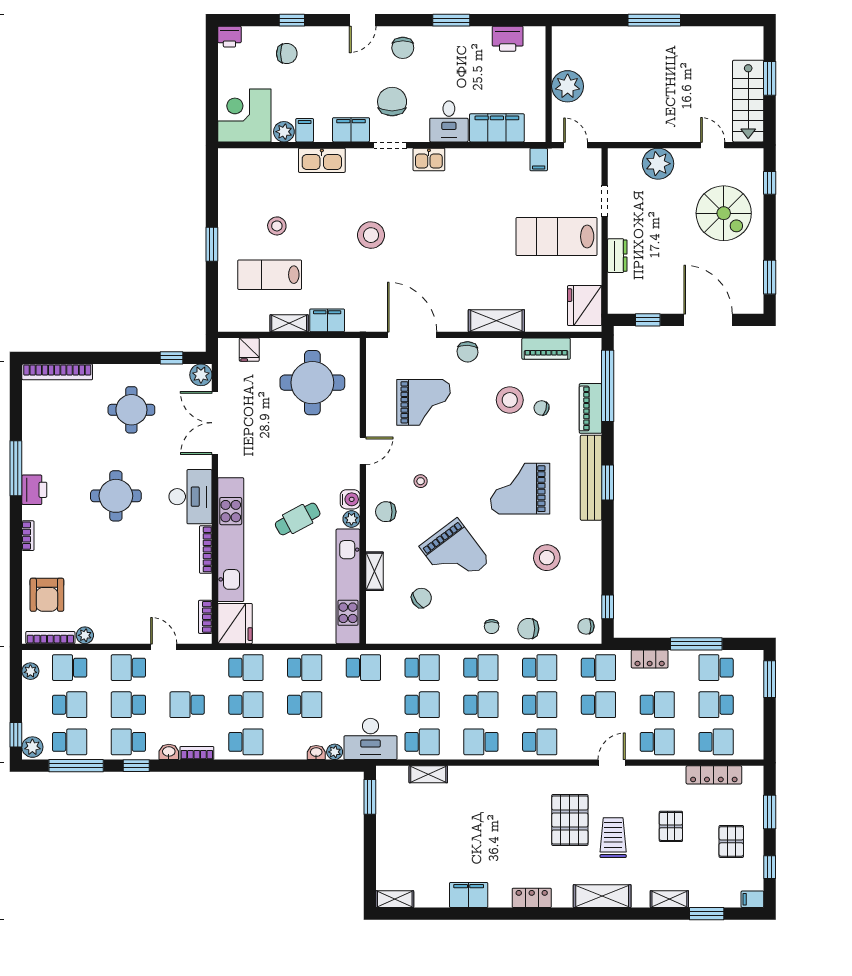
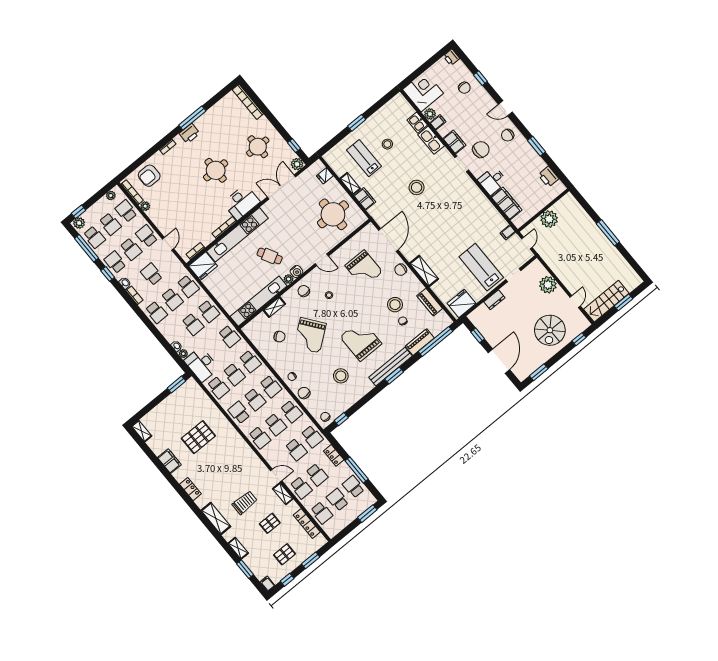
kitchen sink: (429, 159) -> (417, 123), moved
school desk: (128, 705) -> (131, 249), turned 180
shelving: (428, 774) -> (283, 494), moved
pallet: (570, 820) -> (198, 437), moved

